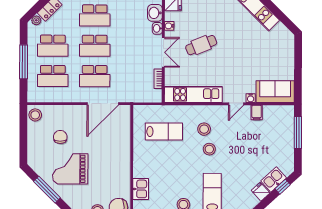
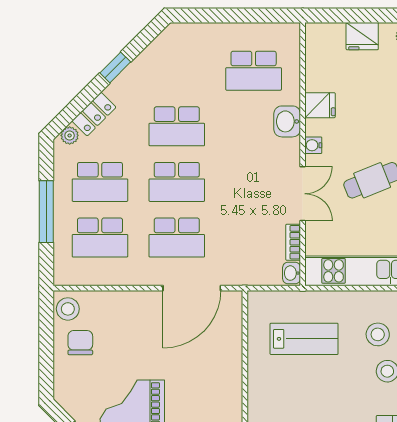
washbasin: (157, 28) -> (292, 273), moved
chair: (60, 137) -> (80, 343), moved

